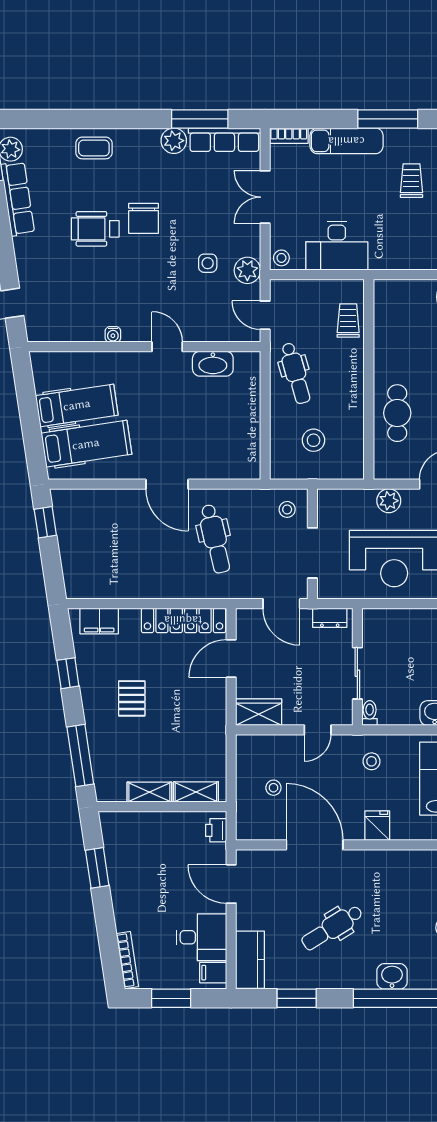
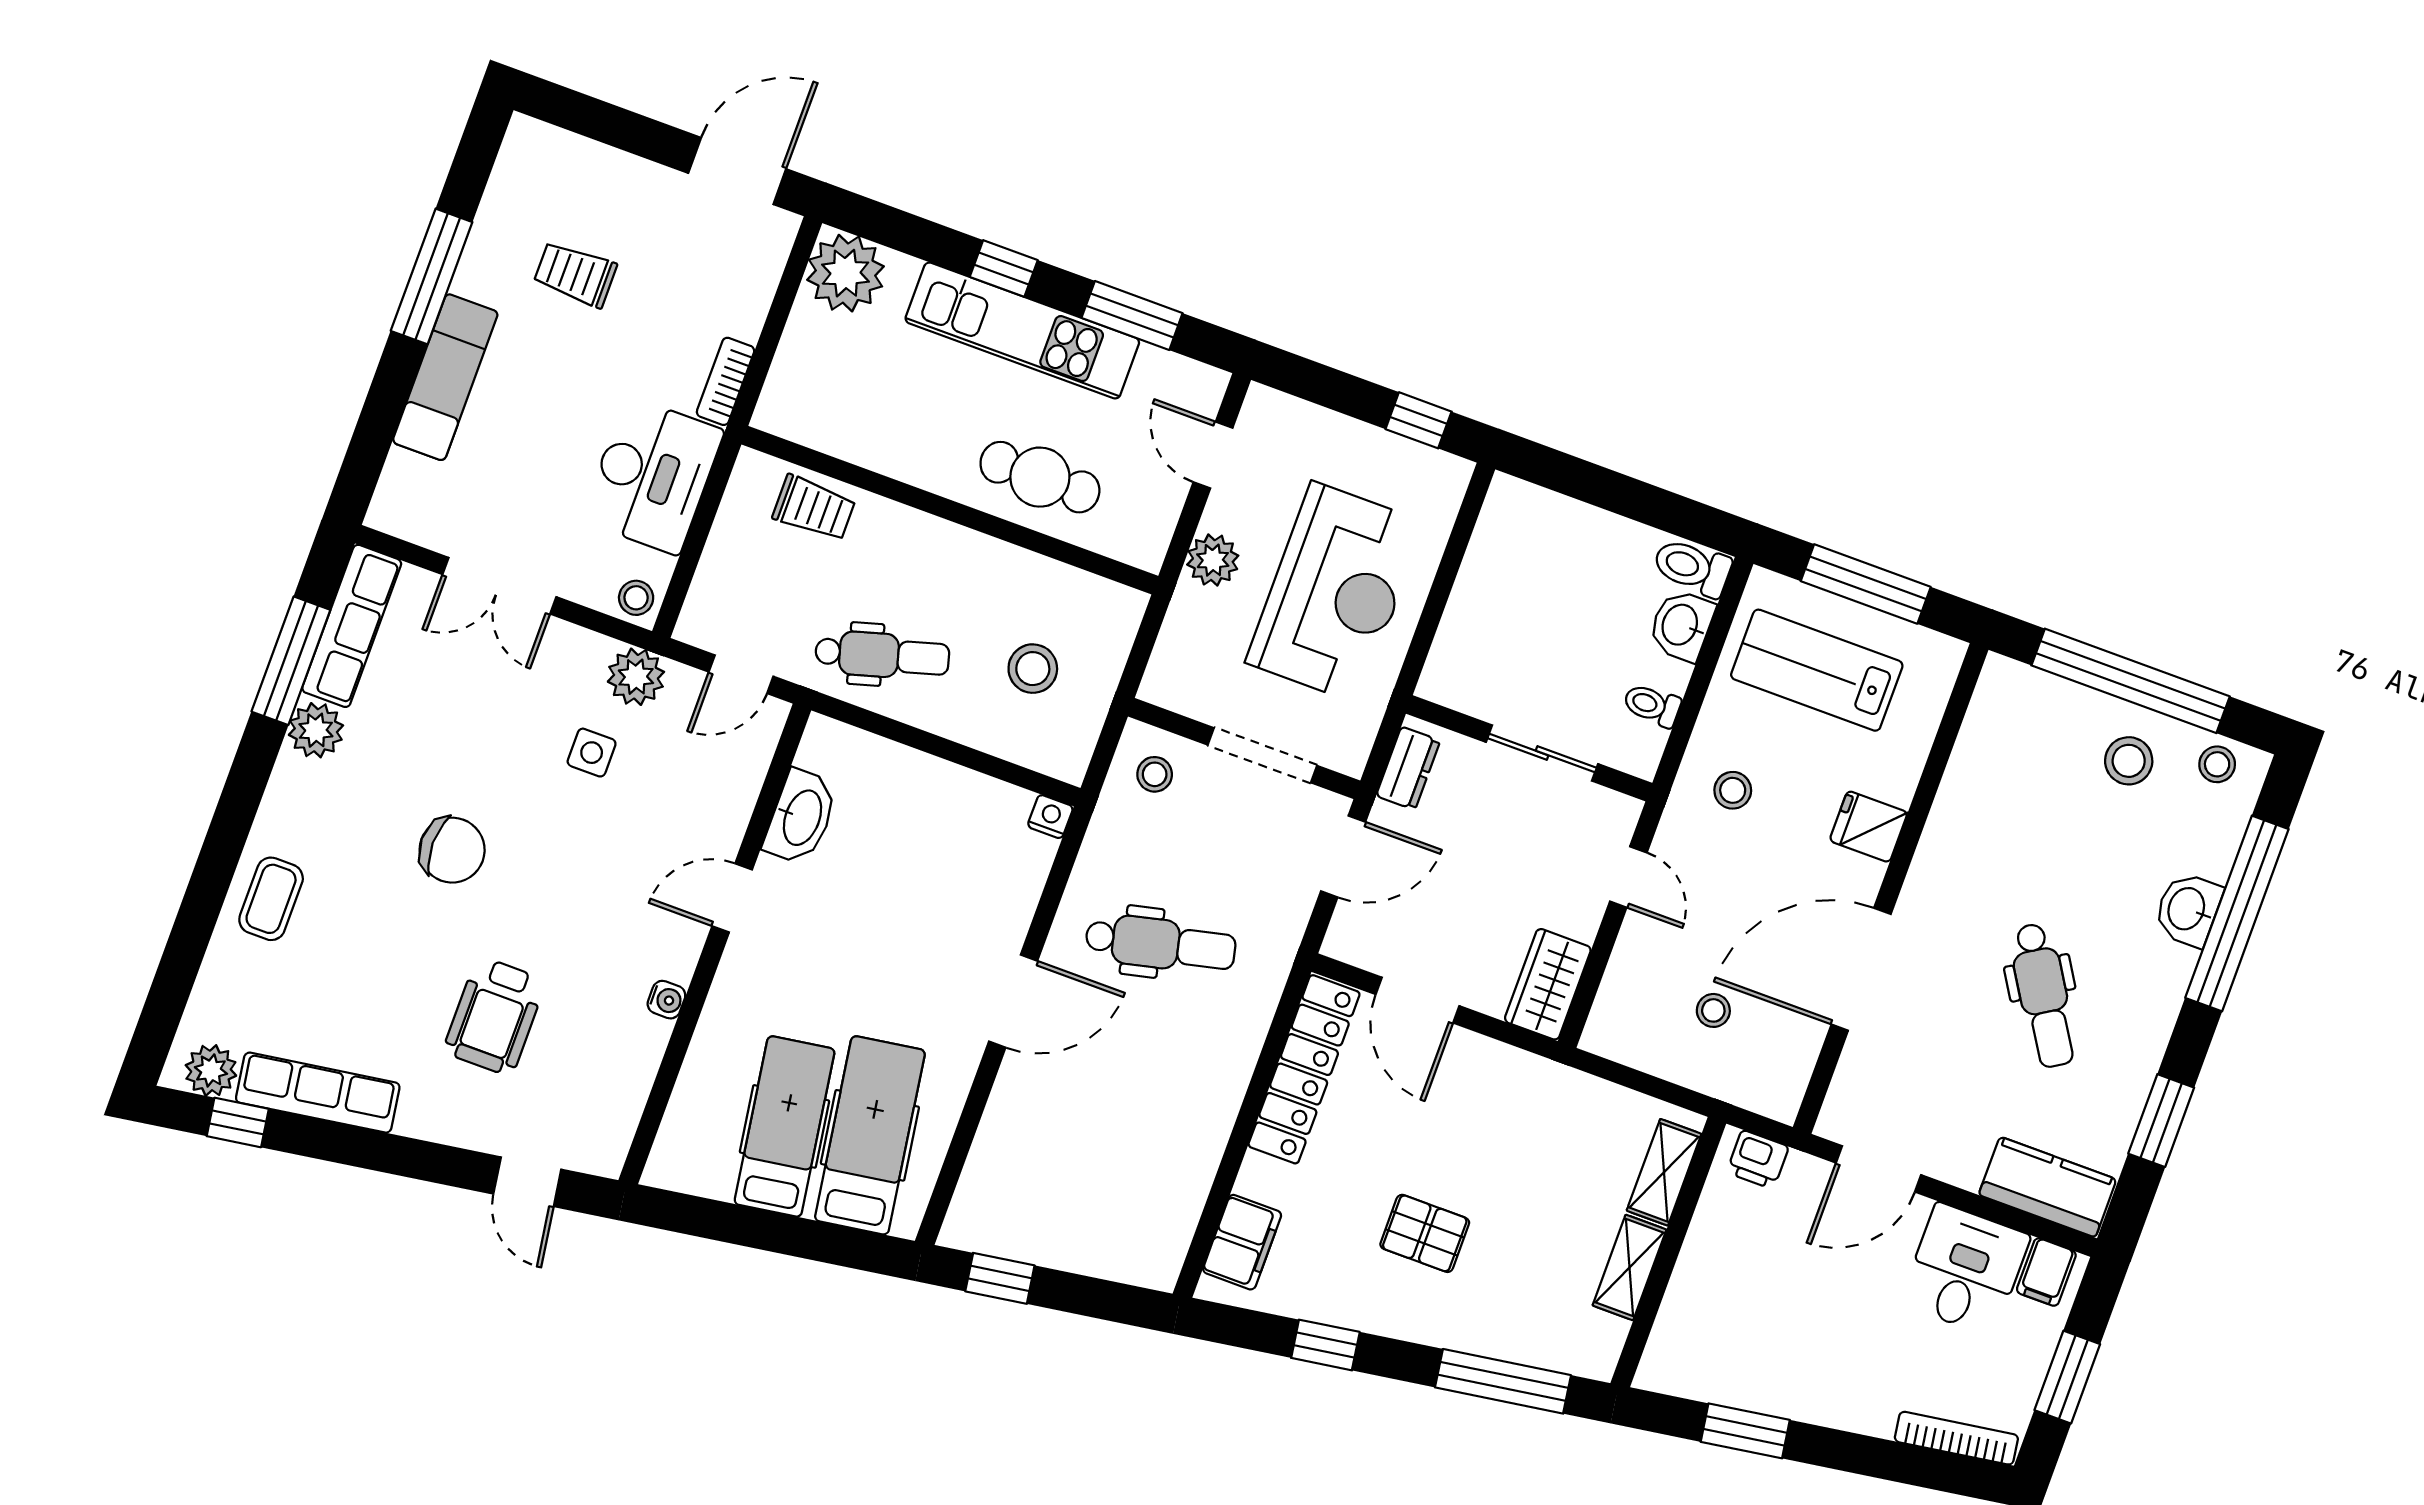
bookcase: (289, 136) -> (726, 381), moved, turned 180
wheelchair: (95, 229) -> (495, 1016), moved
trolley: (348, 320) -> (814, 508), turned 180
nightstand: (252, 471) -> (1050, 817), added
toilet: (370, 713) -> (1652, 705), moved

